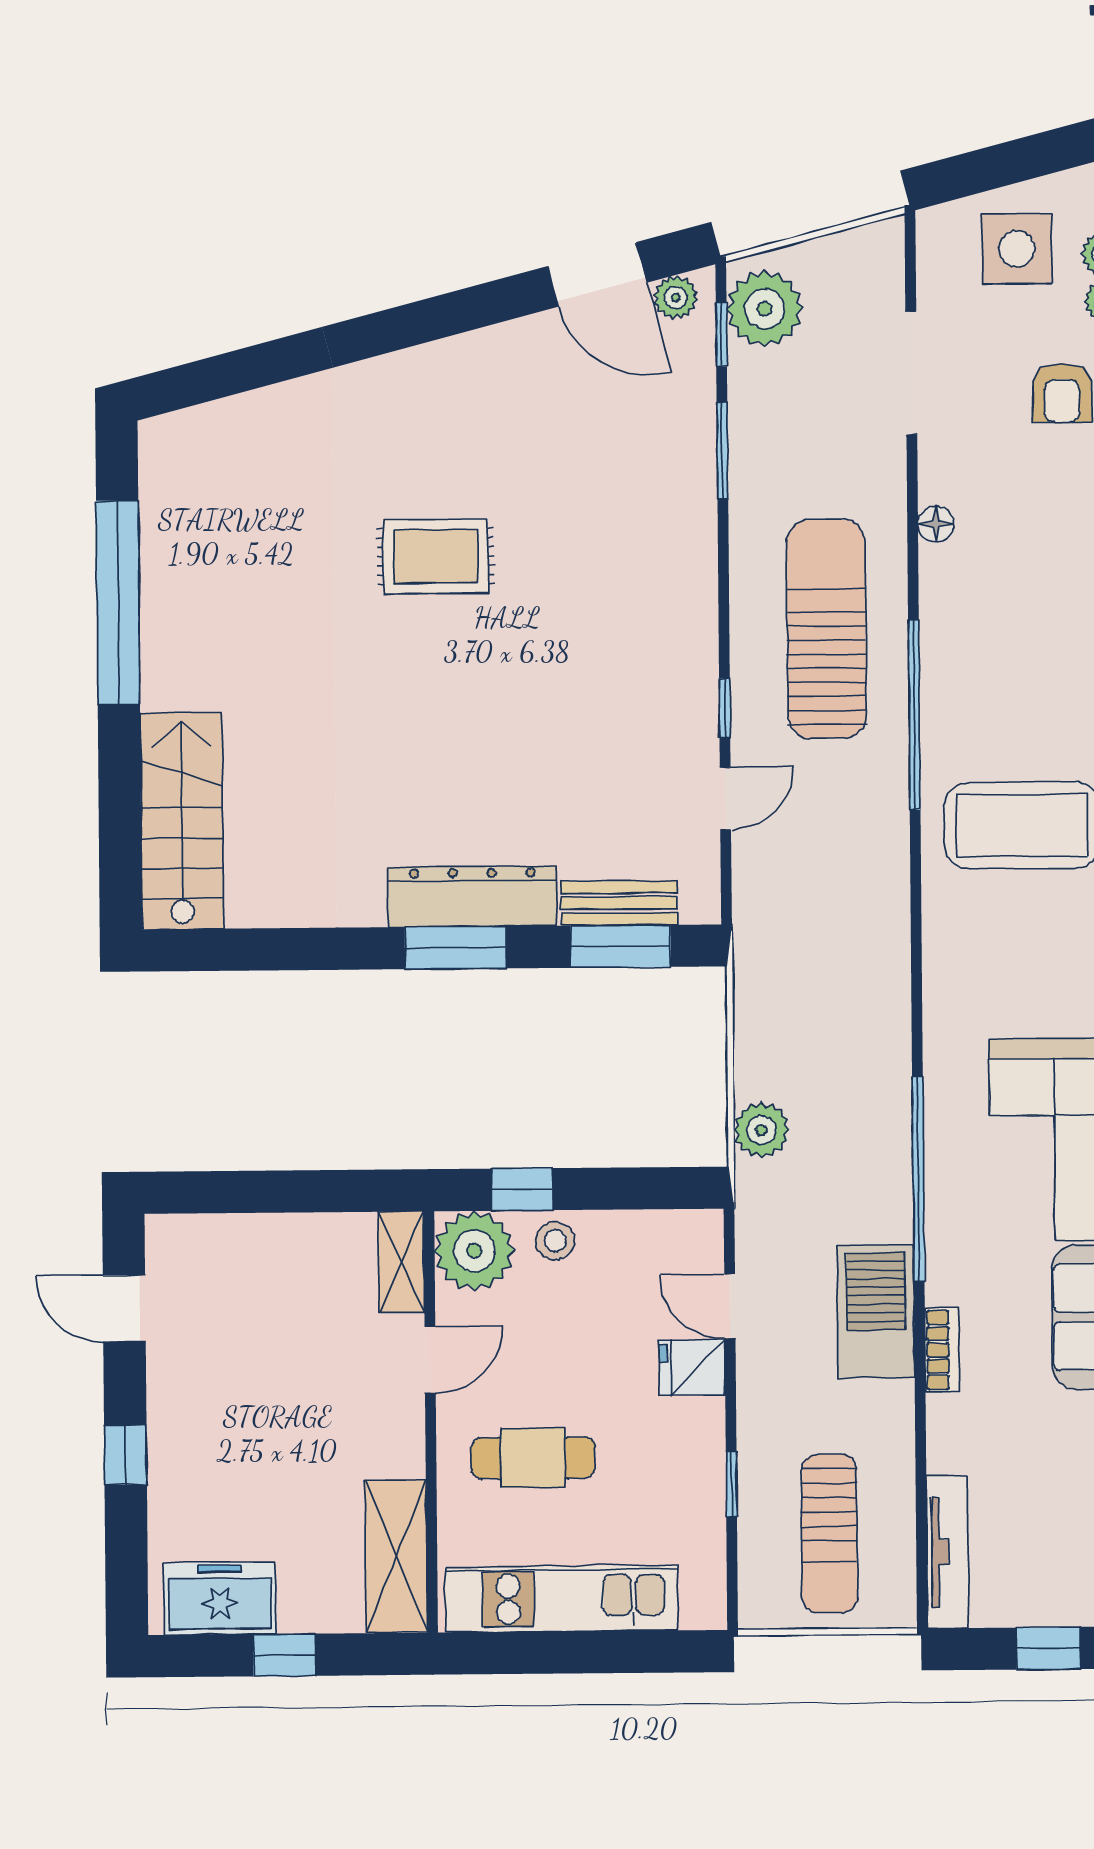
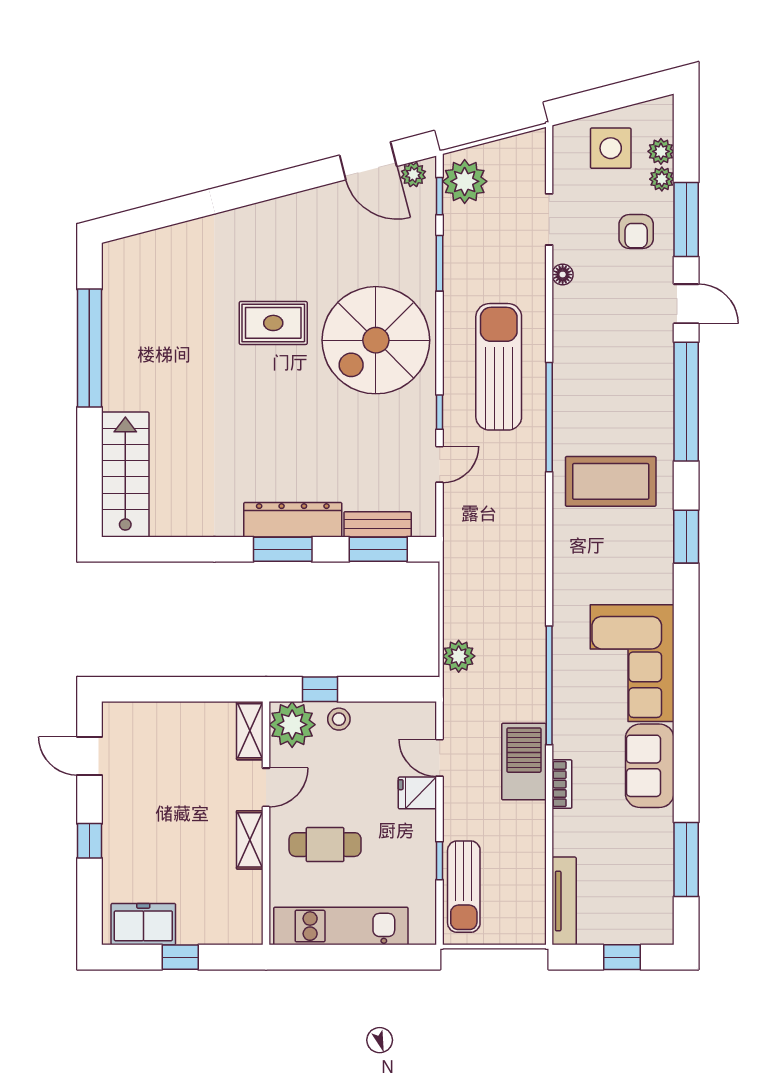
doorway: (911, 373) -> (549, 219), width x0.73
floor lamp: (936, 524) -> (563, 275), moved
spiral stairs: (613, 585) -> (376, 340), added
sun lounger: (829, 1533) -> (464, 887), moved
shelving: (396, 1556) -> (250, 840), moved, width x0.67, depth x0.75

